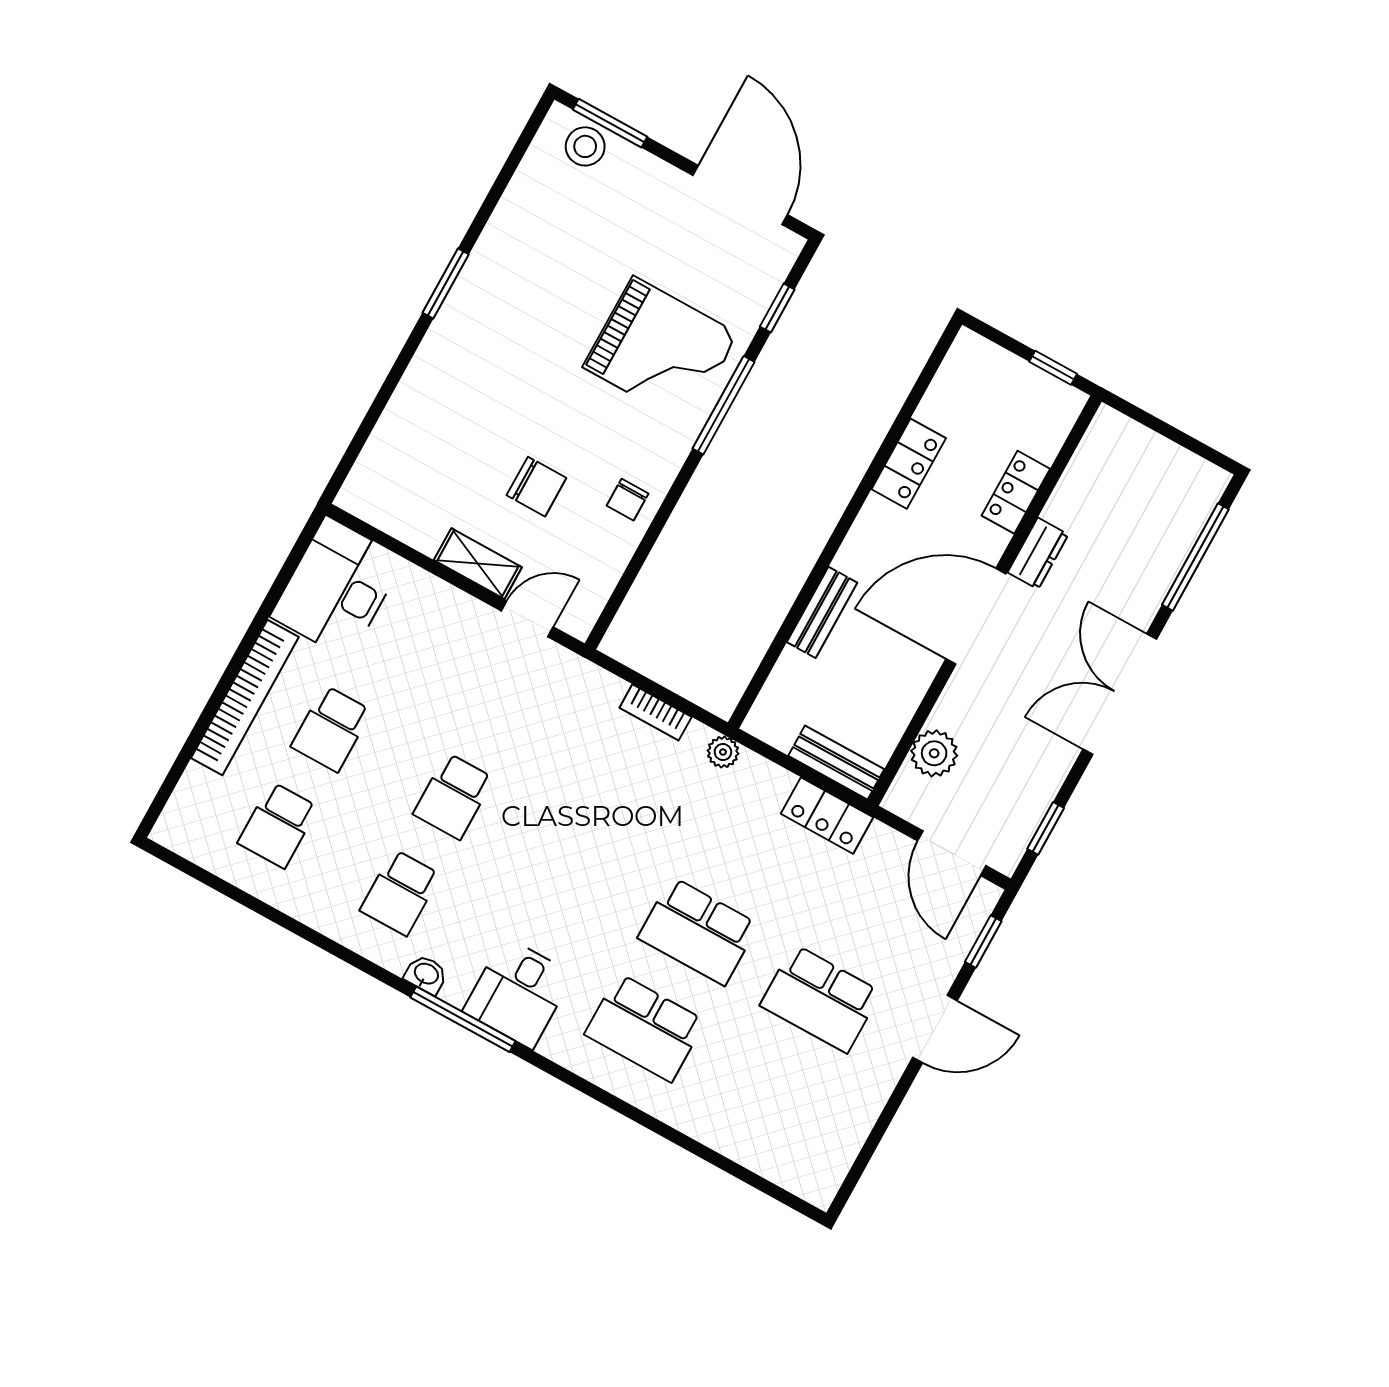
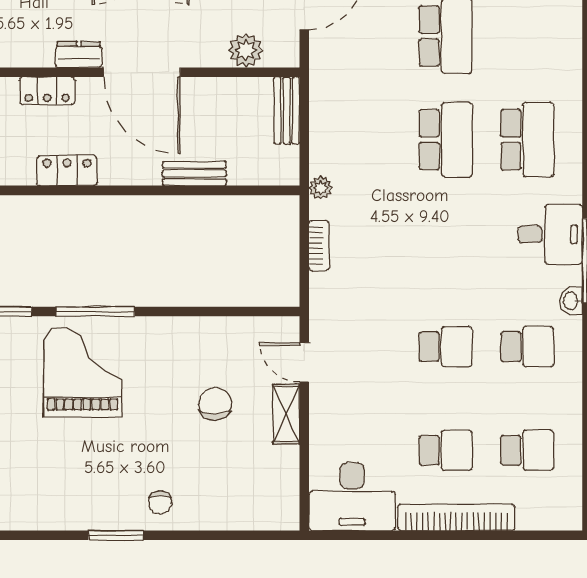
chair: (628, 500) -> (160, 503), moved, turned 90
locker: (827, 815) -> (324, 98), removed

